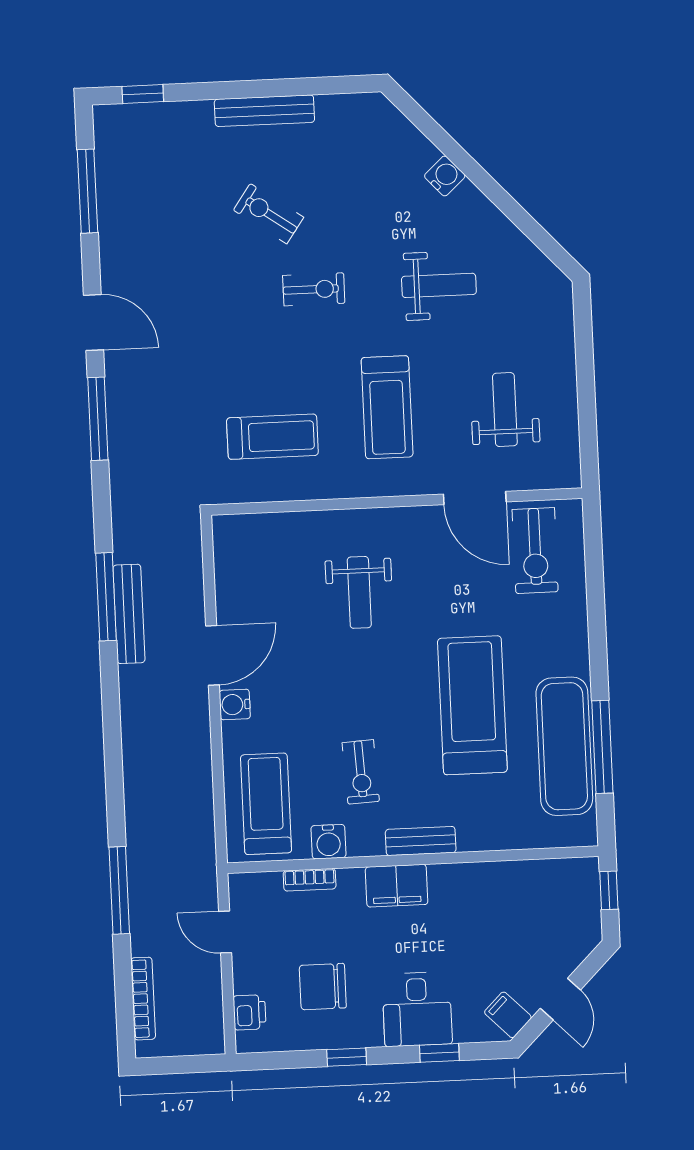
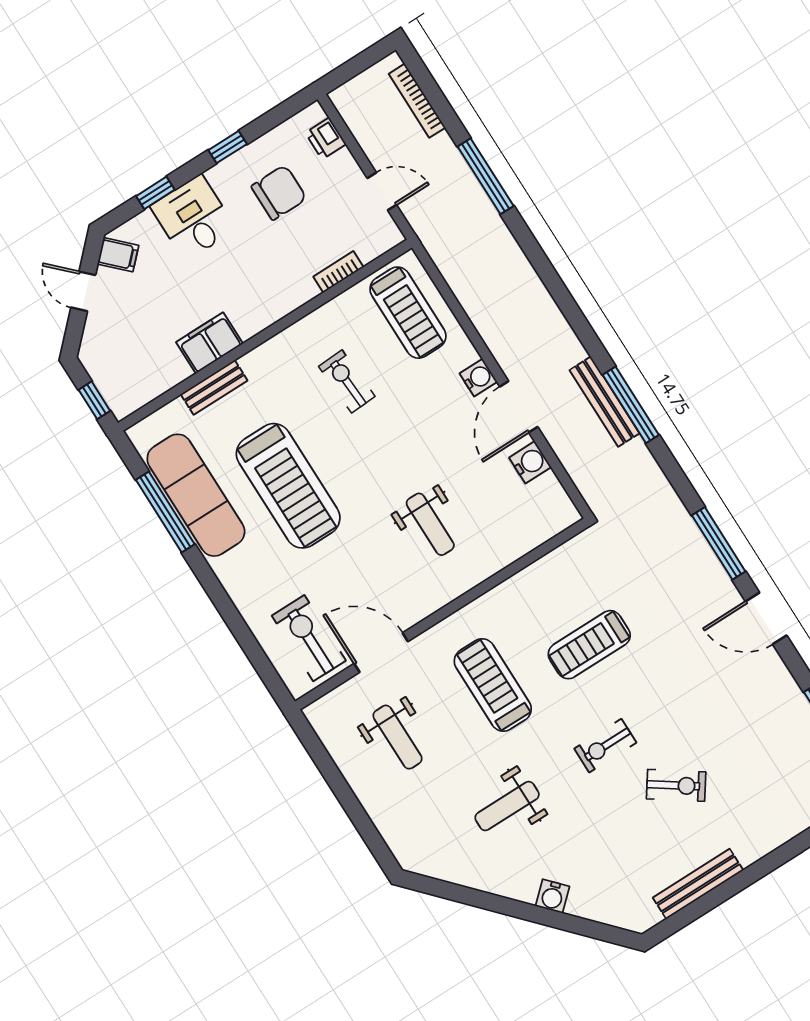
bench: (264, 111) -> (698, 884), moved
treadmill: (272, 437) -> (589, 645), moved
weight bench: (359, 592) -> (430, 524), turned 180
bench: (421, 841) -> (214, 387), moved
water cooler: (328, 842) -> (530, 462), moved, turned 90
filing cabinet: (397, 886) -> (209, 343), moved

